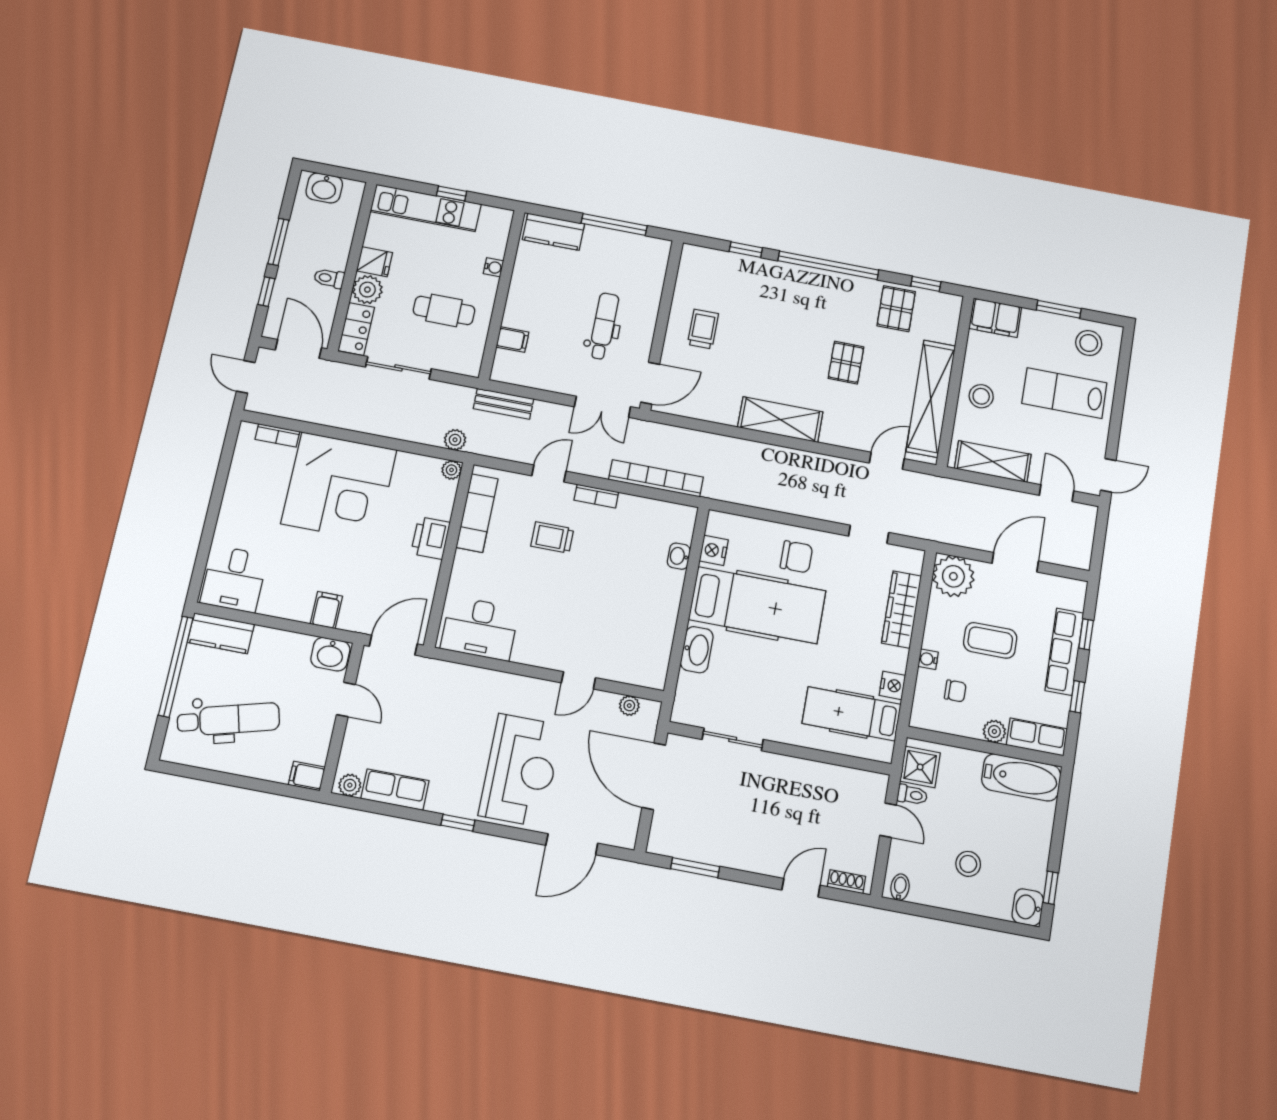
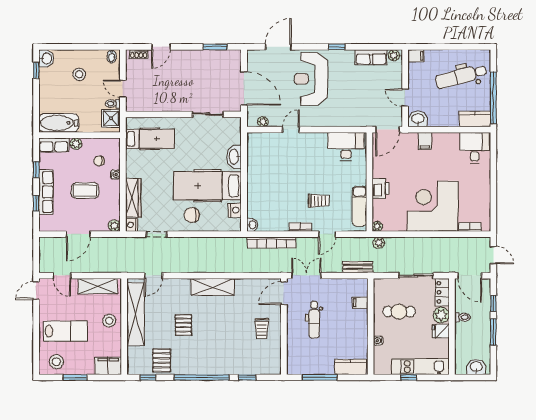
washbasin: (679, 556) -> (252, 225), moved
plant: (953, 576) -> (114, 226), width x0.53, depth x0.53
nightstand: (892, 685) -> (132, 225), moved

